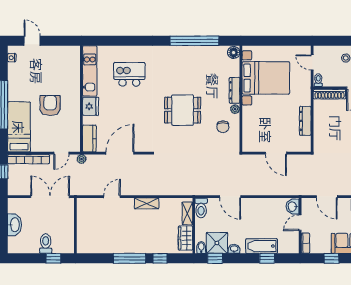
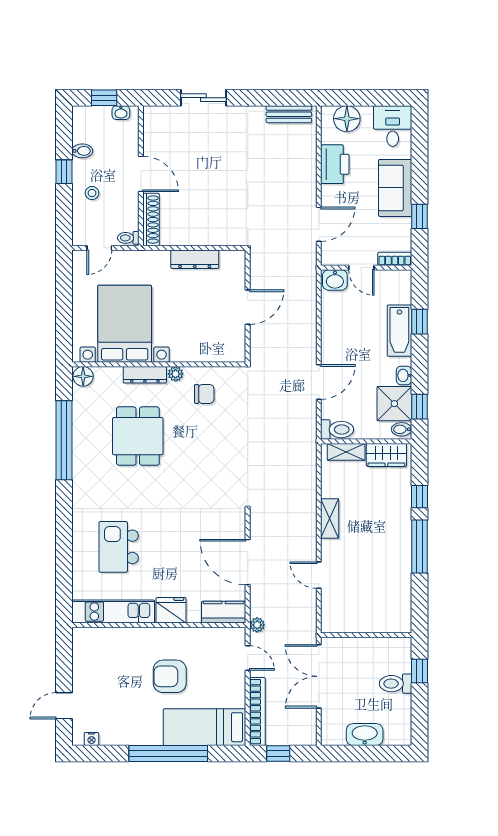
dining table: (183, 110) -> (138, 436), moved

